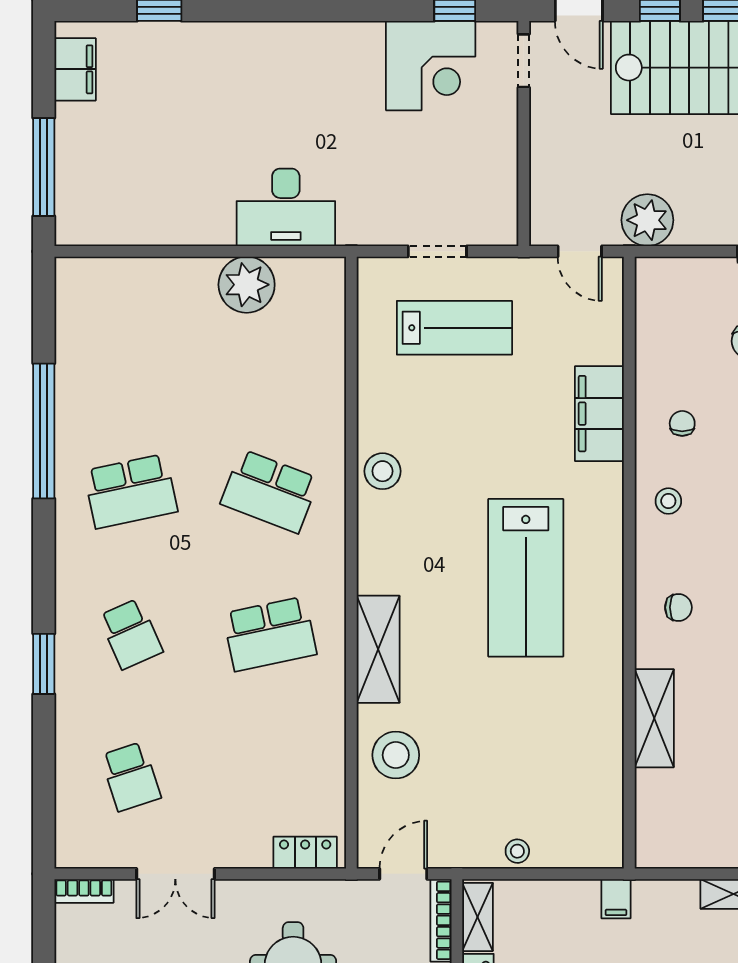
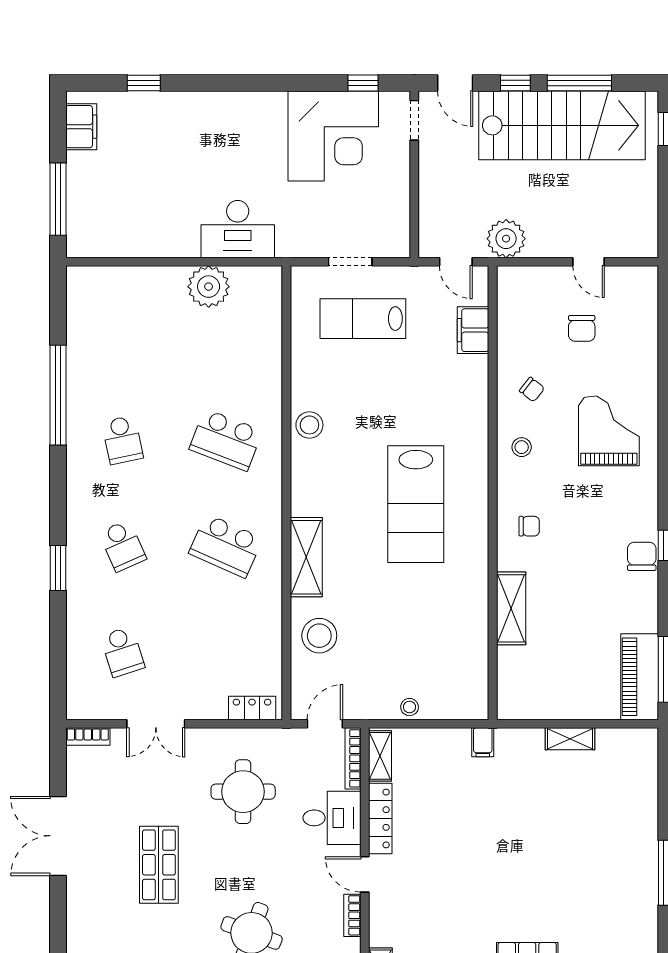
corner desk: (431, 66) -> (333, 136), width x1.36, depth x1.36
lab bench: (454, 328) -> (363, 319), turned 180
filing cabinet: (599, 414) -> (473, 330), moved, width x0.67, depth x0.86
chair: (682, 423) -> (532, 390), turned 128
school desk: (131, 491) -> (122, 440), width x0.54
school desk: (270, 634) -> (226, 546), turned 36

